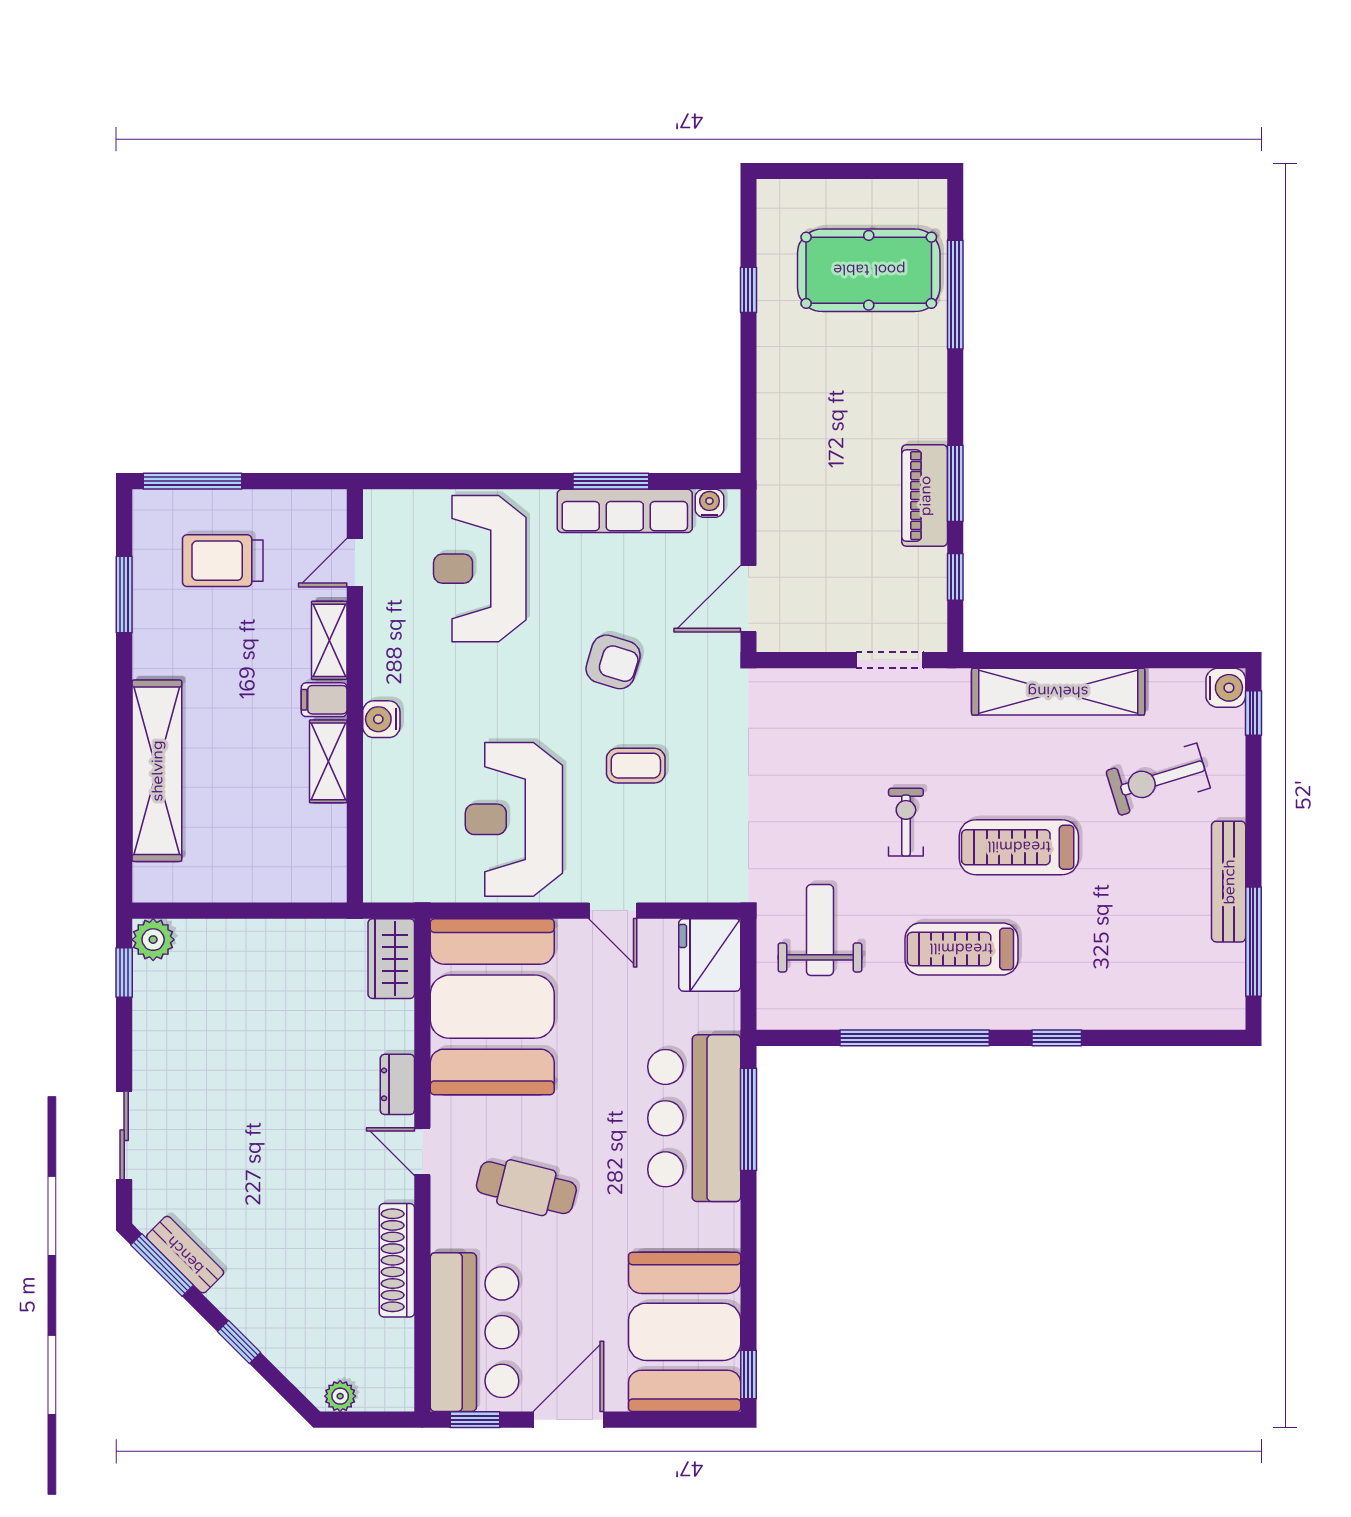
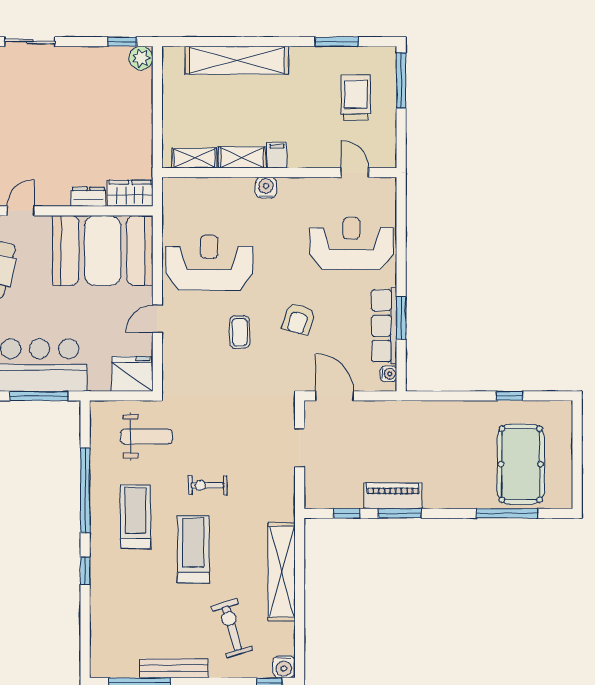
shelving: (329, 640) -> (194, 158), moved
doorway: (890, 660) -> (300, 448), moved
exercise bike: (906, 822) -> (208, 485), turned 180
dresser: (397, 1084) -> (88, 197), moved

